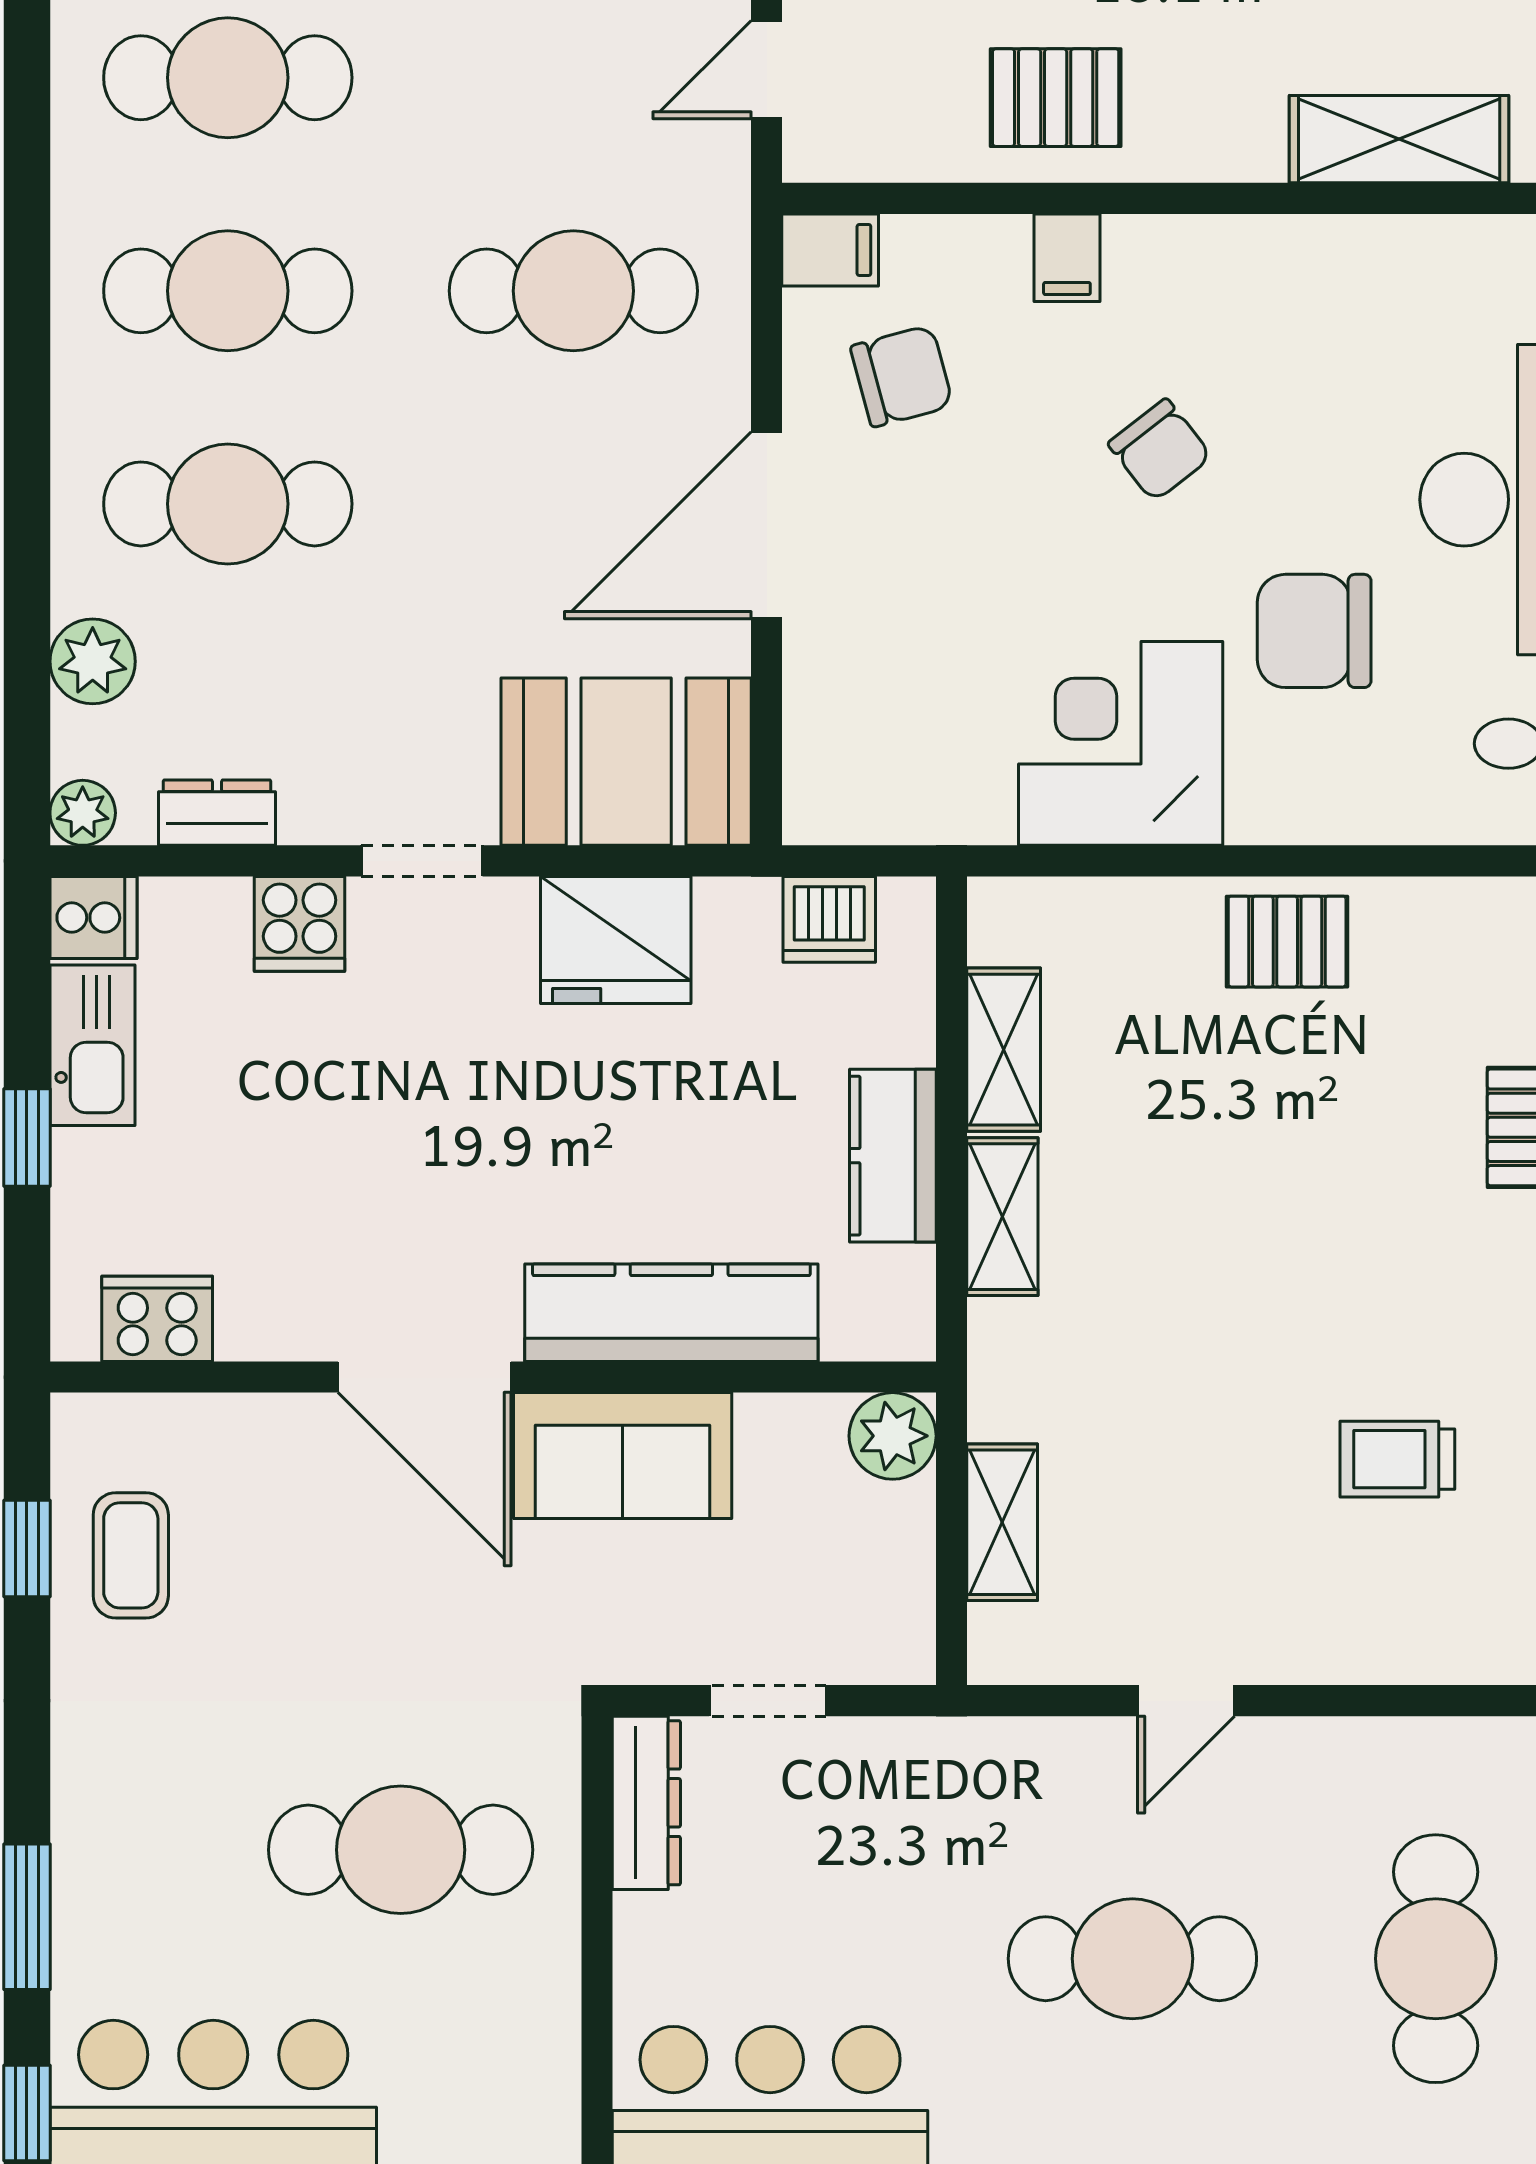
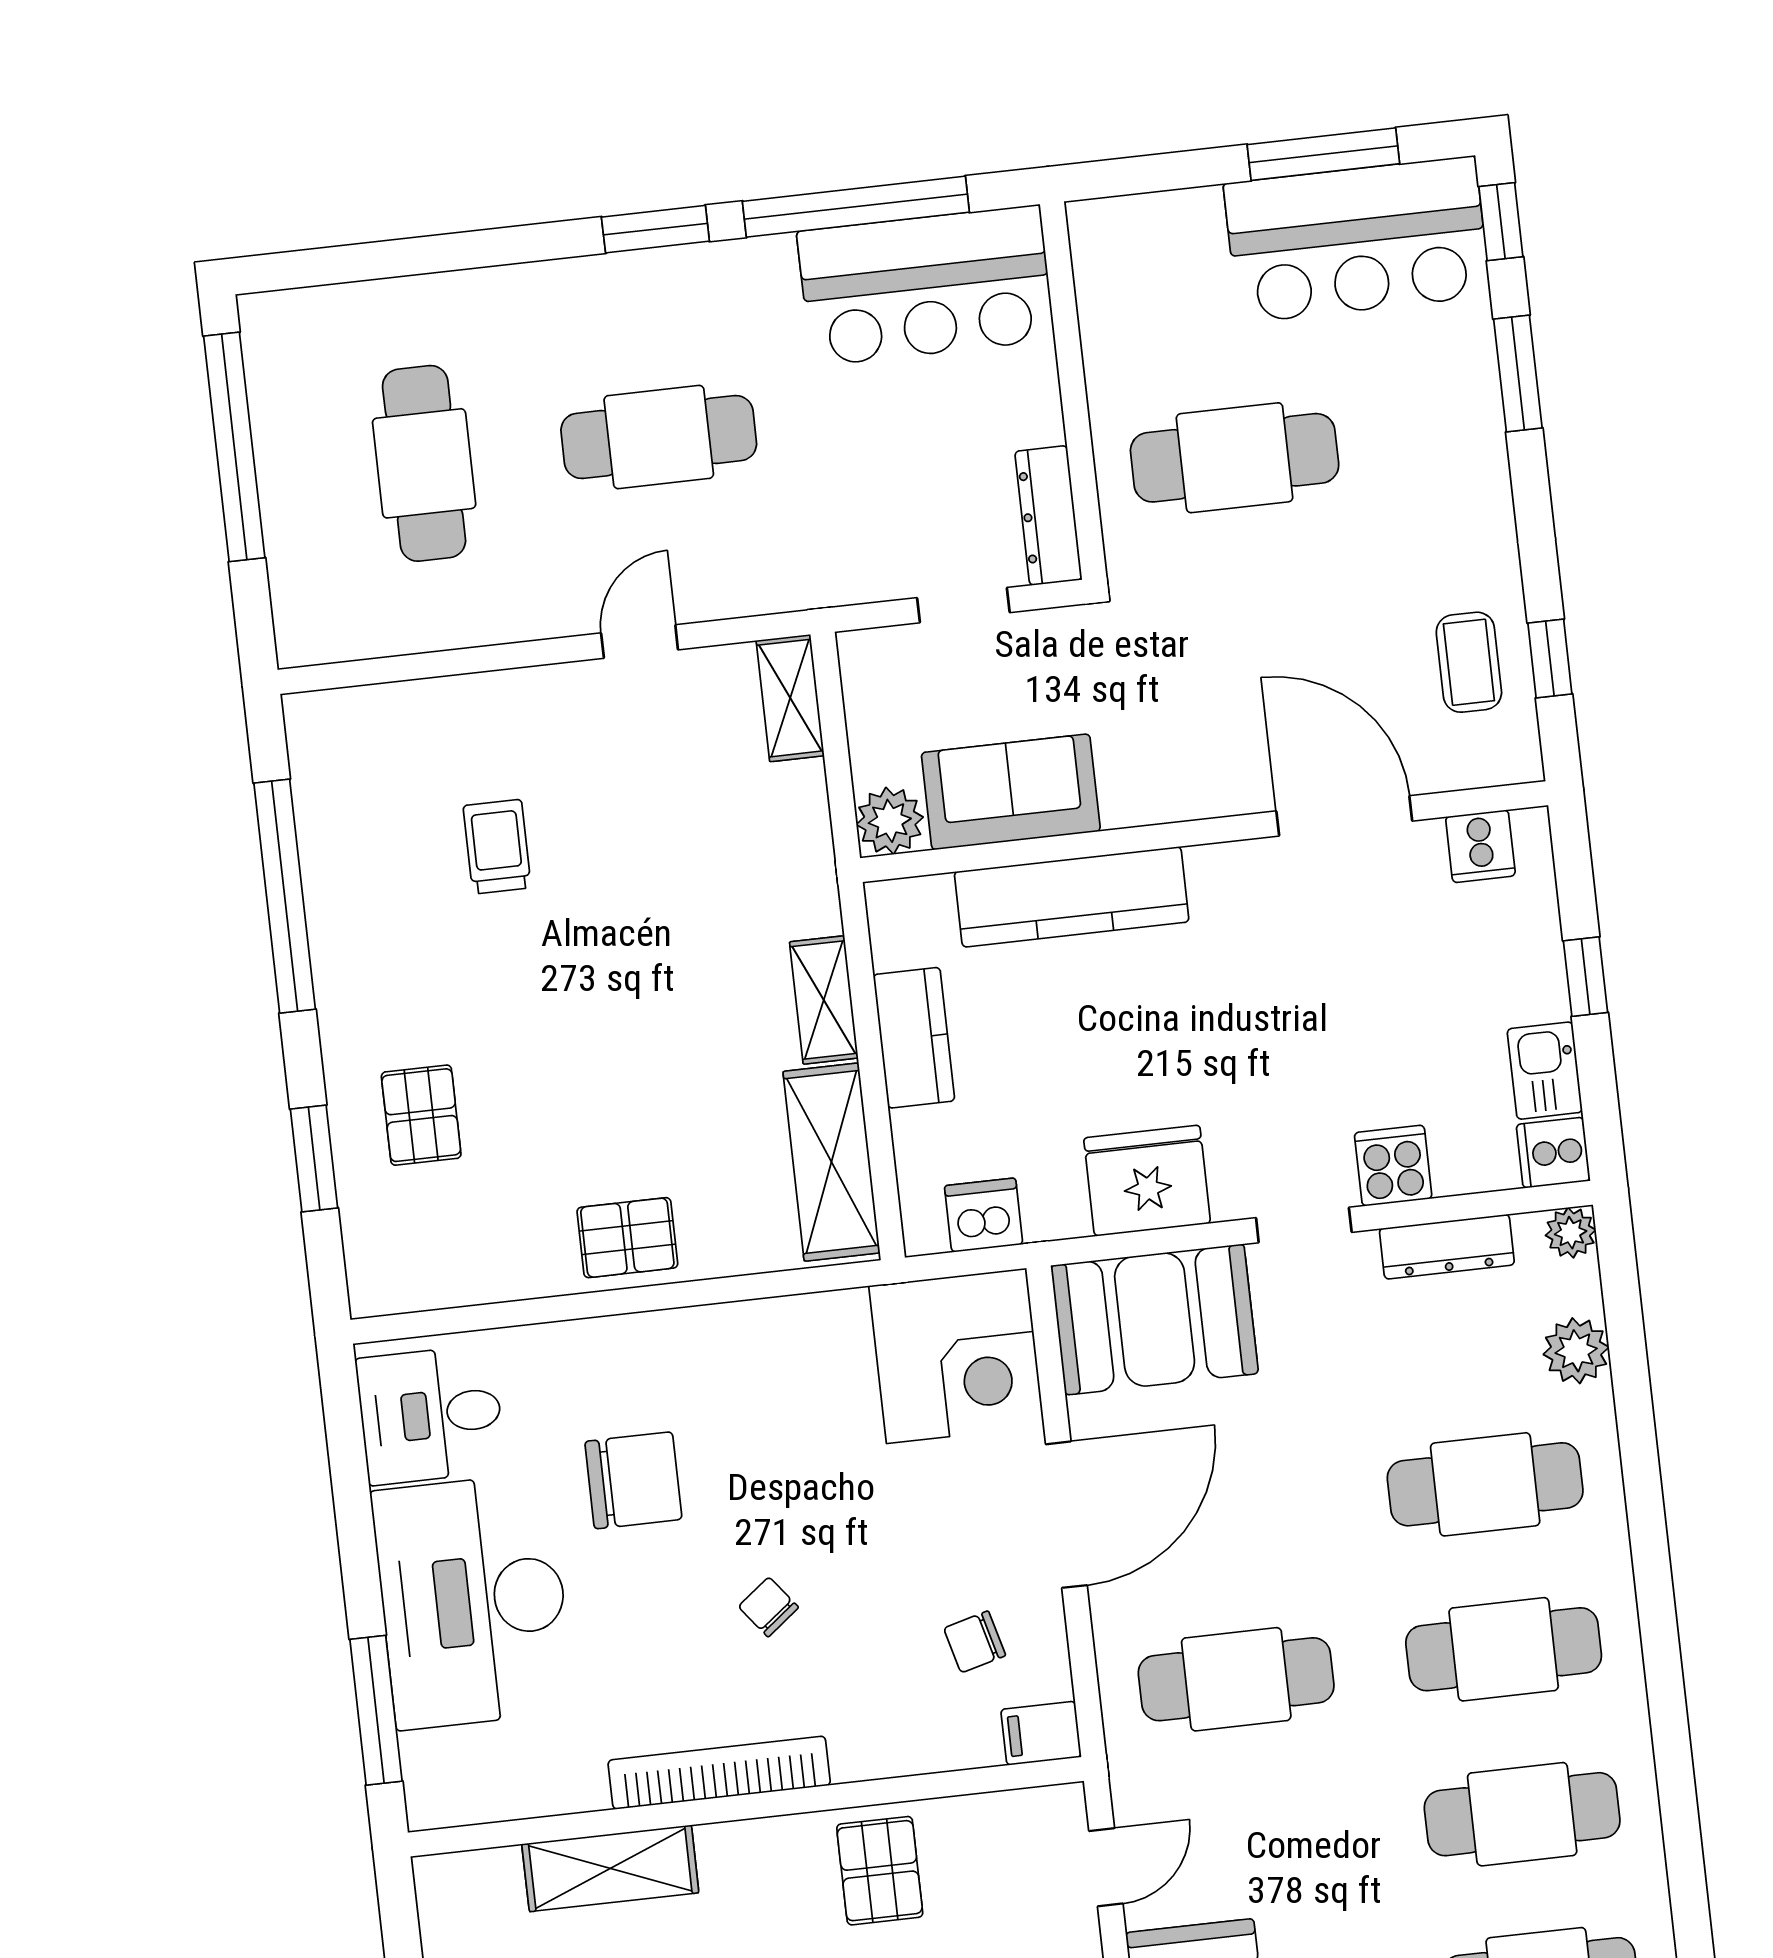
pallet: (1056, 98) -> (880, 1871), turned 90
bookcase: (1247, 246) -> (719, 1773), added
filing cabinet: (1067, 258) -> (857, 1748), removed
chair: (902, 376) -> (975, 1642), width x0.73, depth x0.73
chair: (1160, 450) -> (768, 1607), width x0.73, depth x0.73
corner desk: (1121, 743) -> (957, 1356), moved
dresser: (217, 813) -> (1447, 1247), width x1.44
kitchen sink: (92, 1045) -> (1545, 1071), width x0.73
shelving: (1004, 1050) -> (831, 1162), width x1.50, depth x1.33
cooker: (157, 1319) -> (1480, 846), width x0.73
door: (424, 1377) -> (1344, 816), moved
sofa: (623, 1455) -> (1011, 792), moved
trolley: (1397, 1459) -> (497, 847), turned -90
shelving: (1002, 1522) -> (790, 698), moved

